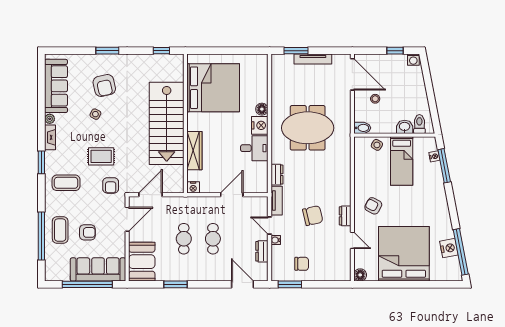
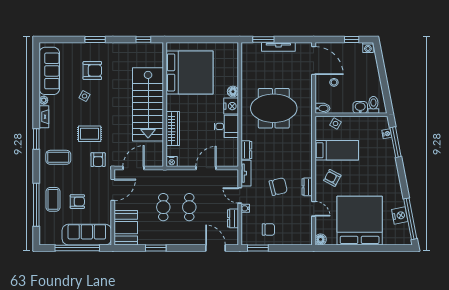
armchair: (104, 86) -> (92, 71), turned -77
bed: (402, 161) -> (337, 150), moved, turned -90

